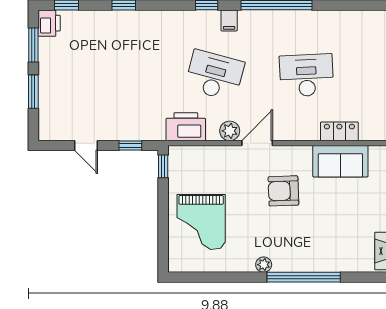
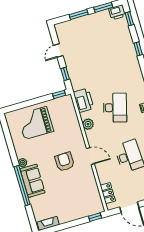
locker: (339, 131) -> (108, 193), moved
door: (257, 143) -> (90, 156), moved
sofa: (340, 161) -> (33, 181), moved, turned 180

